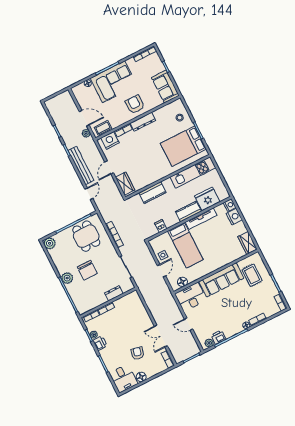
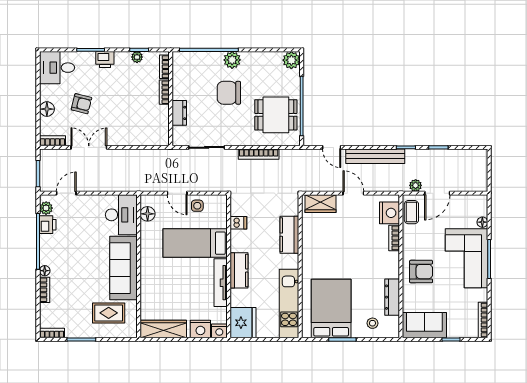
dresser: (143, 122) -> (392, 297), moved
fridge: (207, 199) -> (243, 323), moved
wardrobe: (248, 243) -> (163, 329), width x1.50
door: (189, 324) -> (66, 193), moved
printer: (100, 343) -> (105, 60), moved
floor lamp: (141, 377) -> (47, 109), moved

